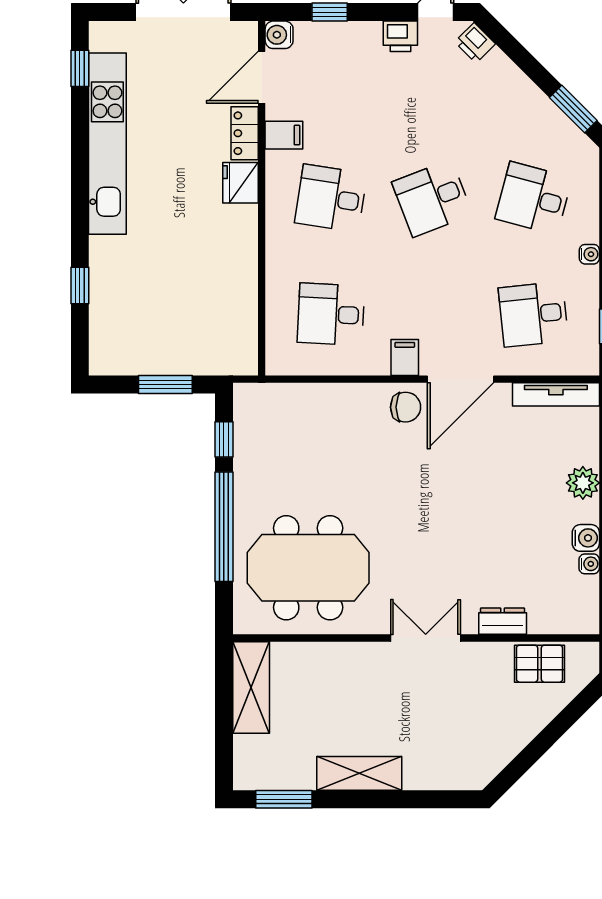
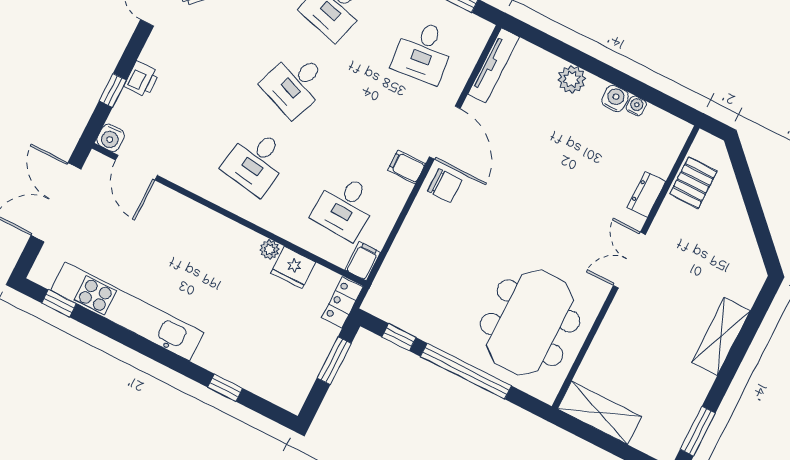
printer: (400, 36) -> (142, 79), moved
locker: (245, 133) -> (342, 302), moved, turned 90
filing cabinet: (284, 135) -> (363, 261), moved
fridge: (240, 183) -> (293, 268), moved
desk: (432, 198) -> (295, 84), turned 42
plant: (247, 259) -> (270, 250), added
chair: (406, 407) -> (445, 186), turned 90
shelving: (359, 773) -> (721, 337), moved

